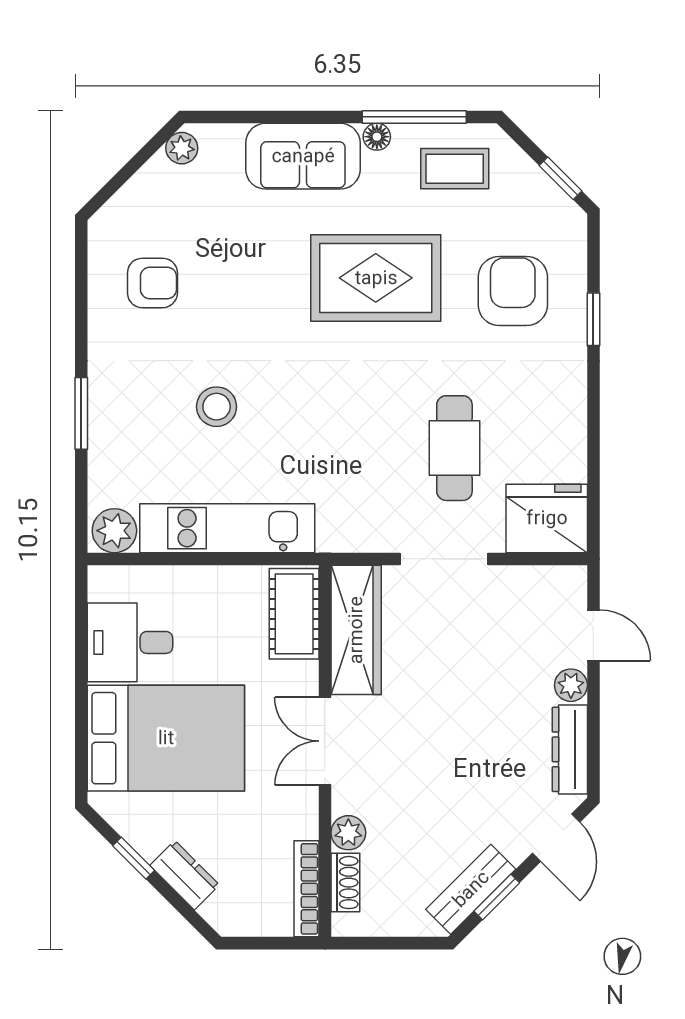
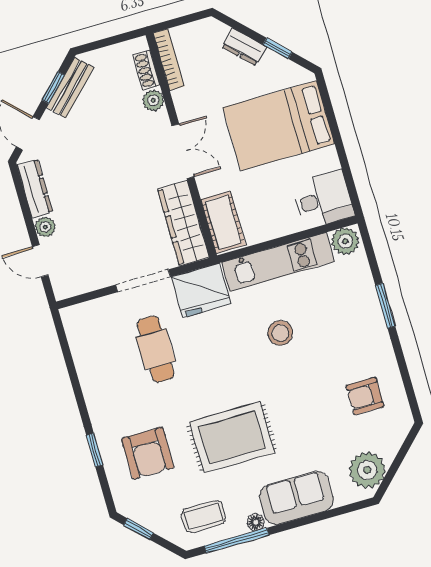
plant: (182, 148) -> (367, 470), width x1.87, depth x1.87
stool: (217, 407) -> (280, 333), moved
fridge: (547, 518) -> (201, 290), moved
desk: (130, 642) -> (323, 199), moved

